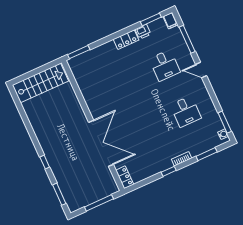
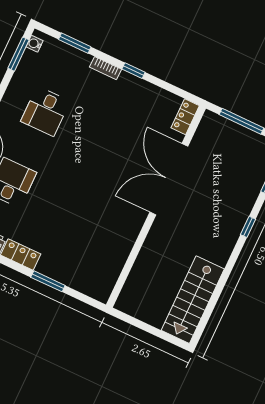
window: (79, 52) -> (48, 281), moved
stairs: (40, 83) -> (193, 300), moved, turned -90
desk: (186, 111) -> (45, 111), turned 180

